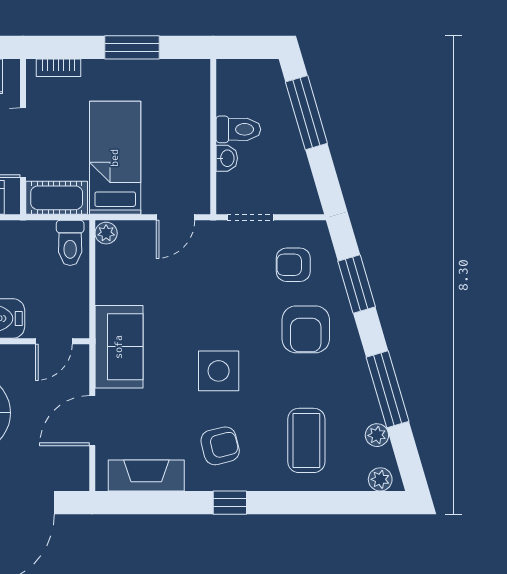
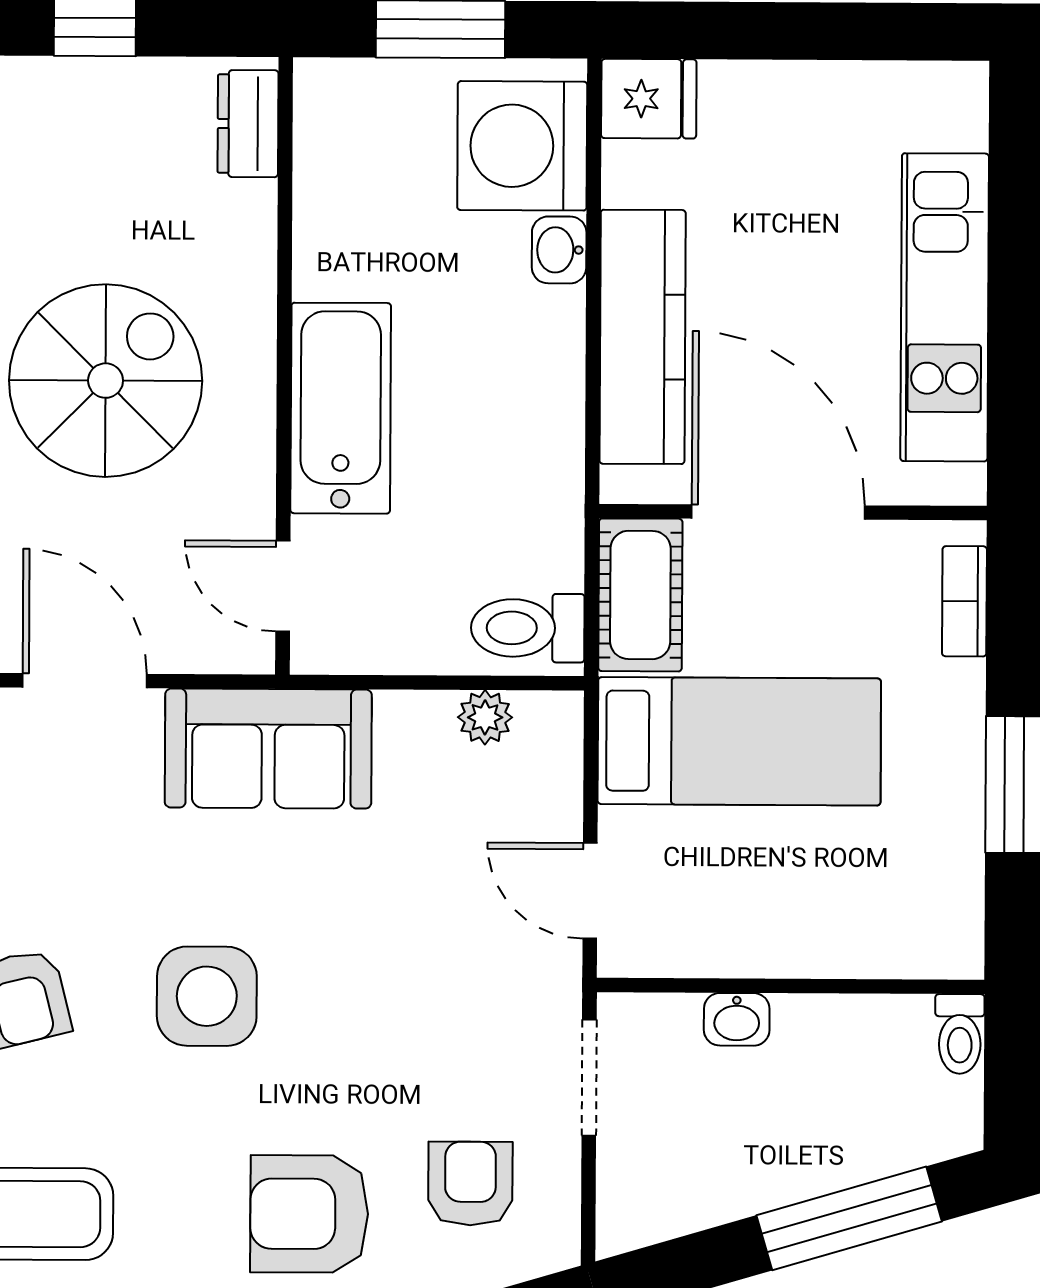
toilet: (238, 129) -> (960, 1034), moved, width x0.73, depth x0.72
plant: (106, 233) -> (485, 717), moved

